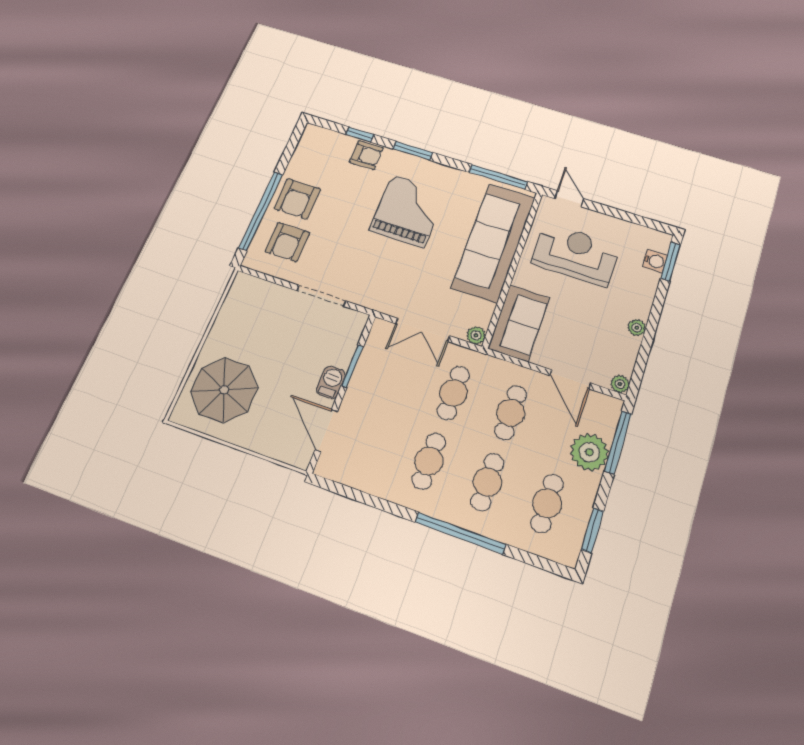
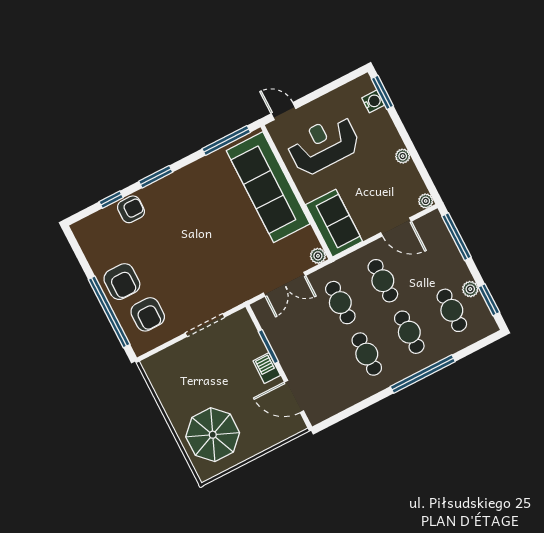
grand piano: (408, 211) -> (196, 220), removed
plant: (589, 452) -> (470, 289), moved, width x0.53, depth x0.53

